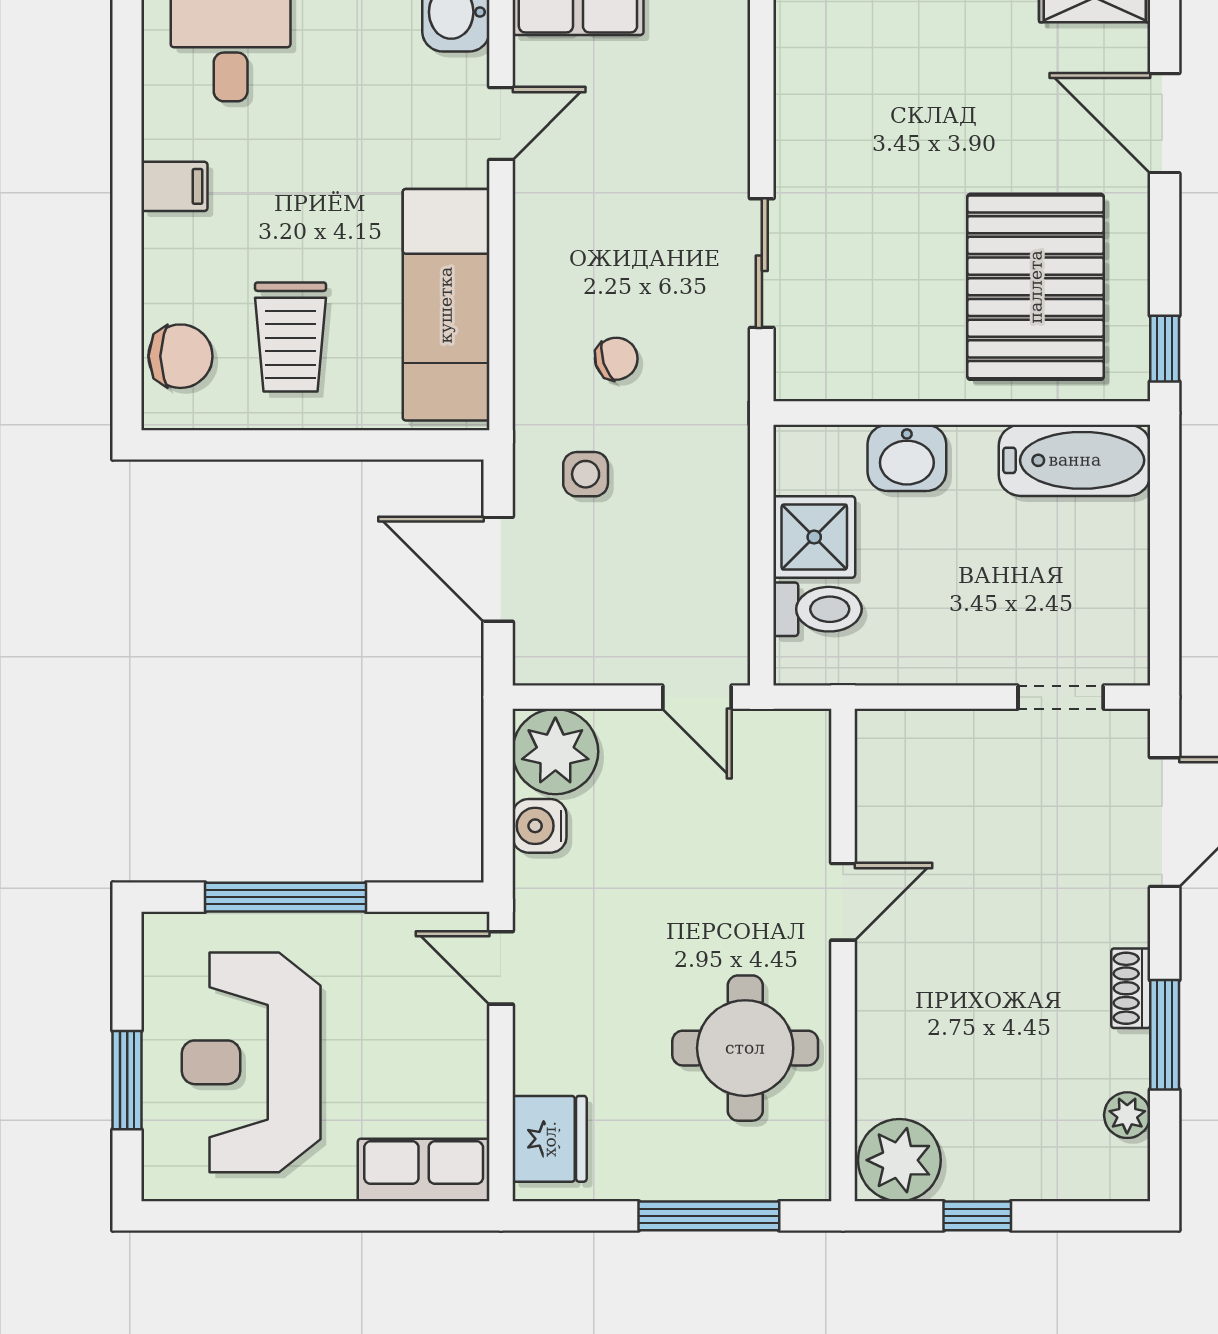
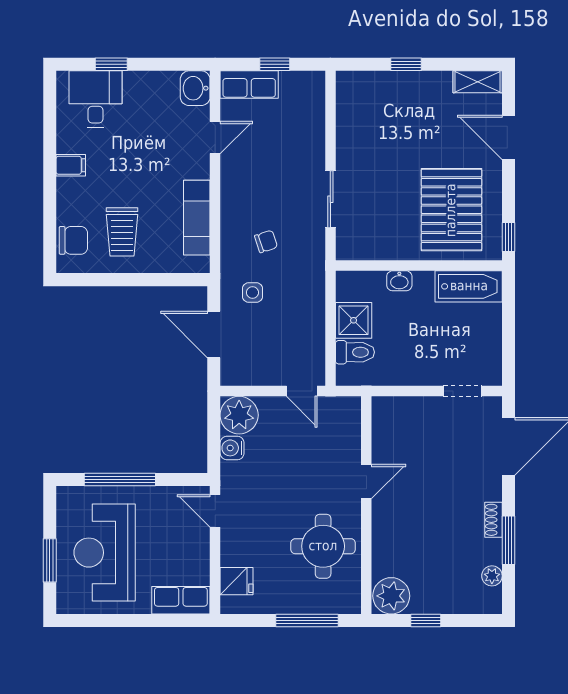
exam couch: (446, 305) -> (197, 218), width x0.73, depth x0.69
washbasin: (907, 458) -> (399, 281), width x0.72, depth x0.69
fridge: (550, 1139) -> (237, 581), width x0.72

